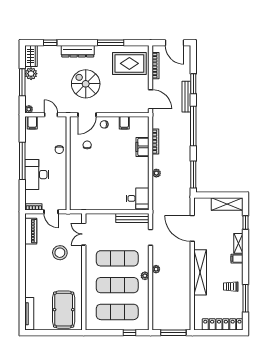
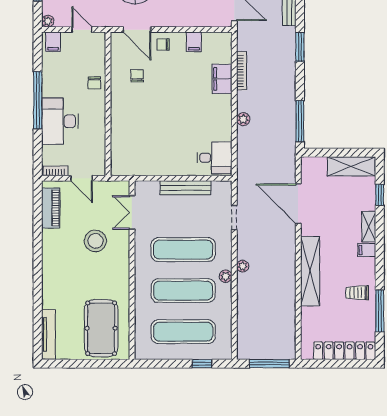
door: (87, 115) -> (137, 30), hinge flipped
window: (193, 126) -> (300, 47), width x0.47
bench: (132, 218) -> (185, 188), moved

